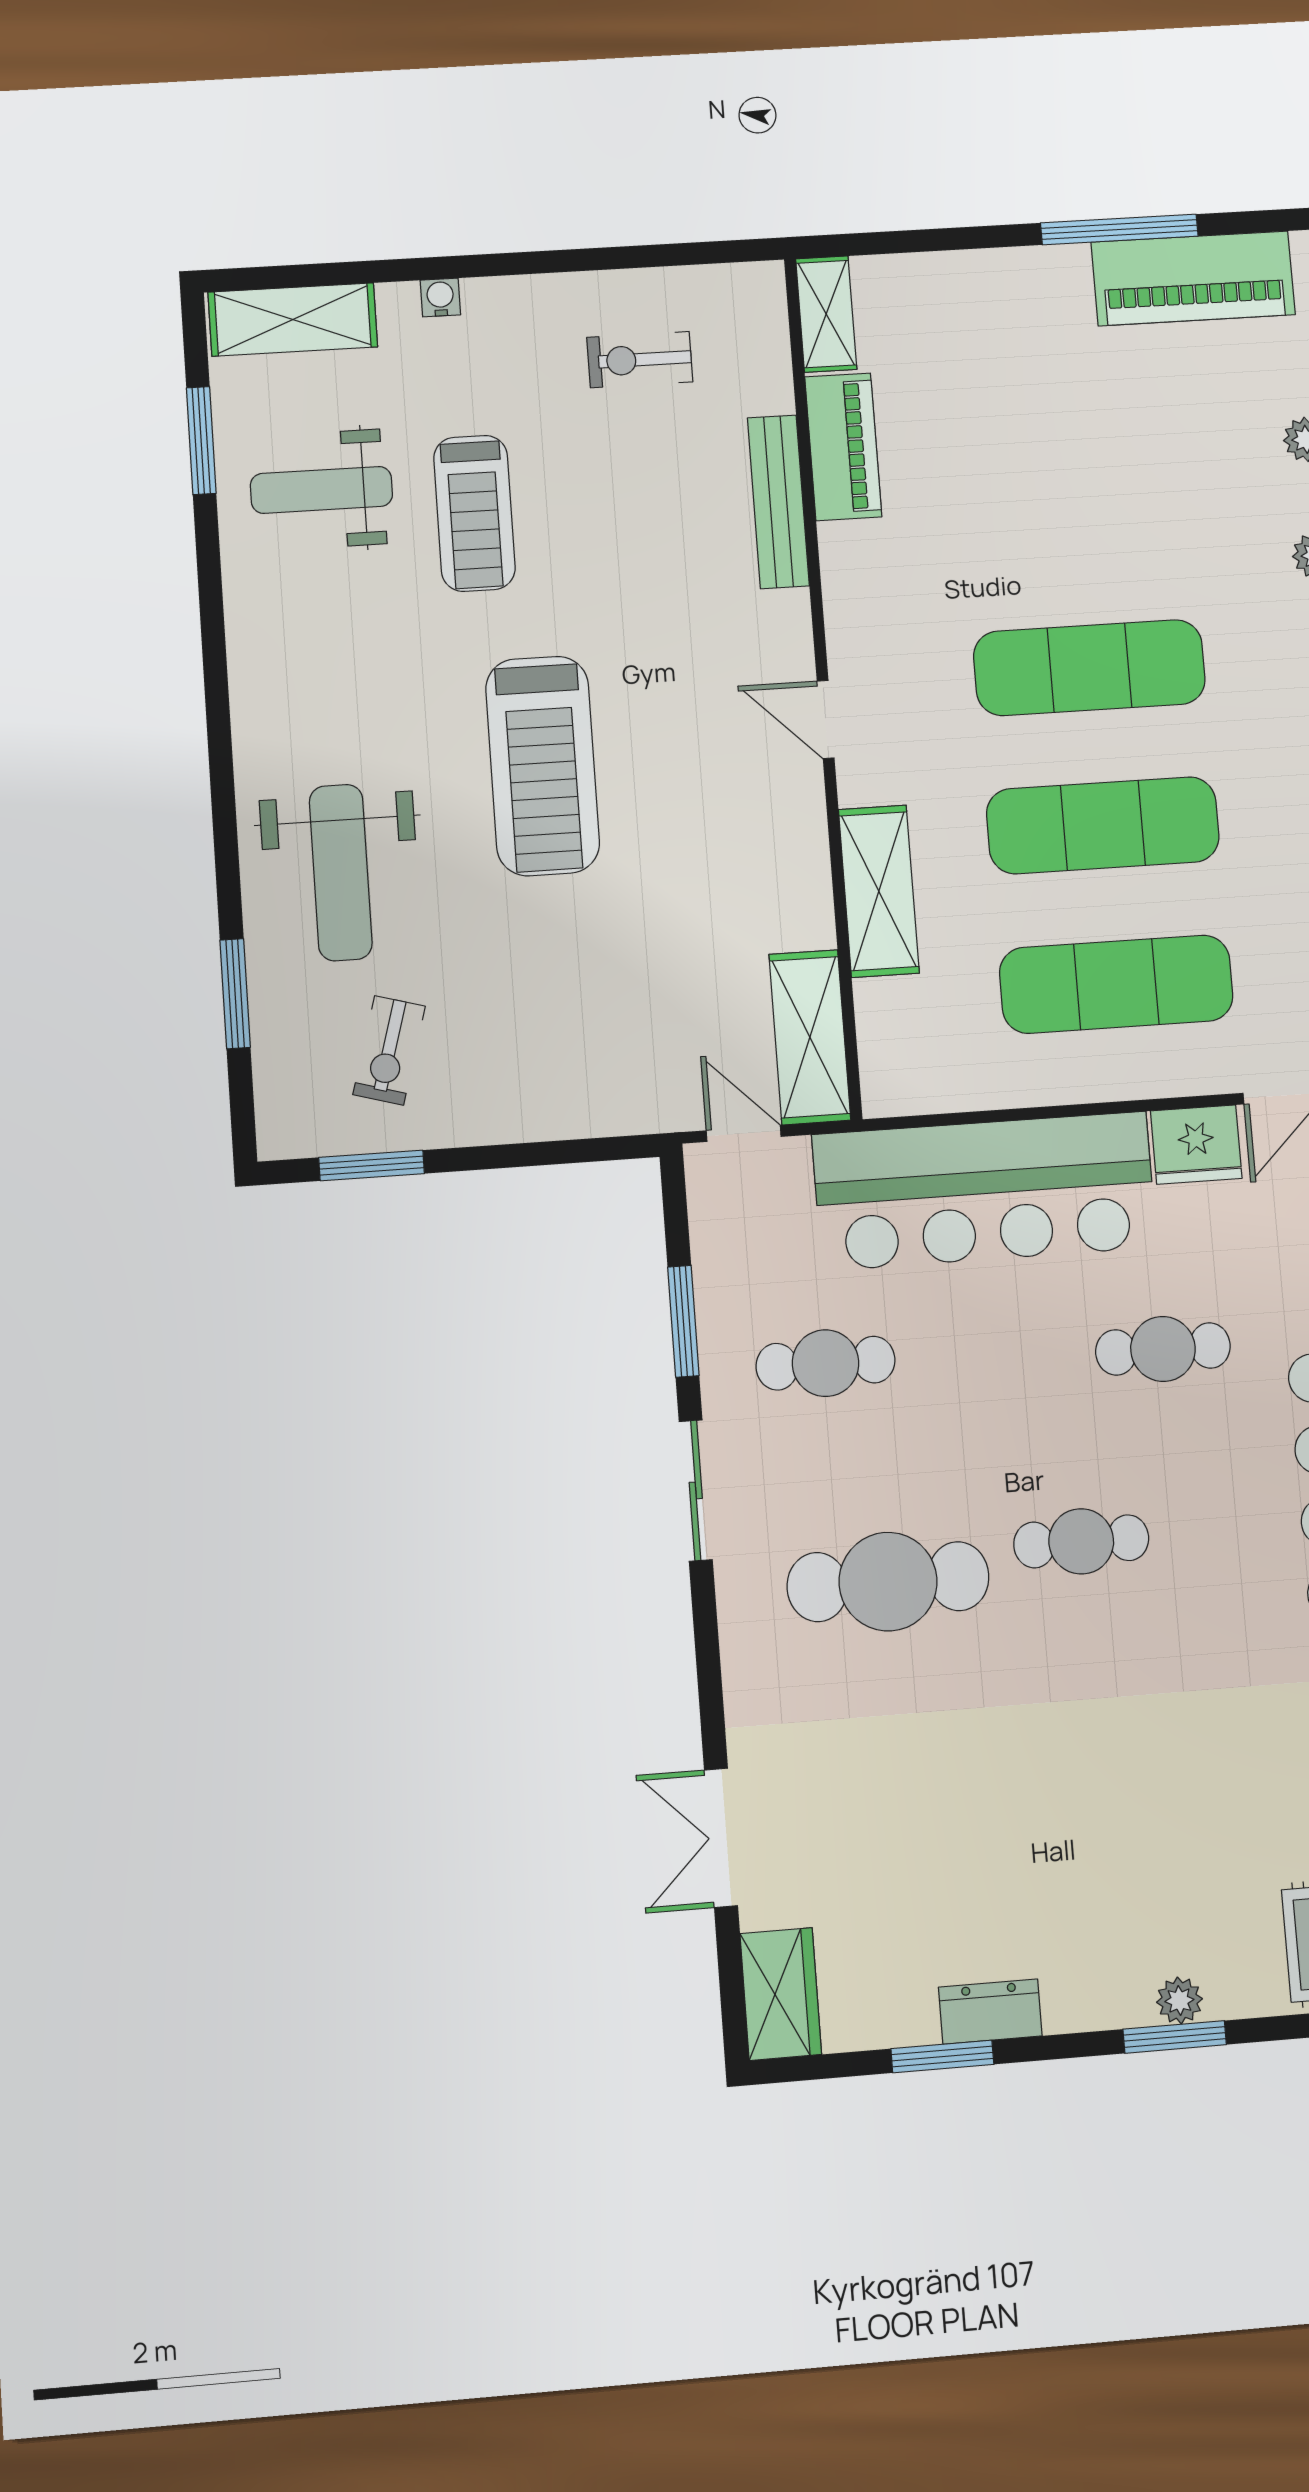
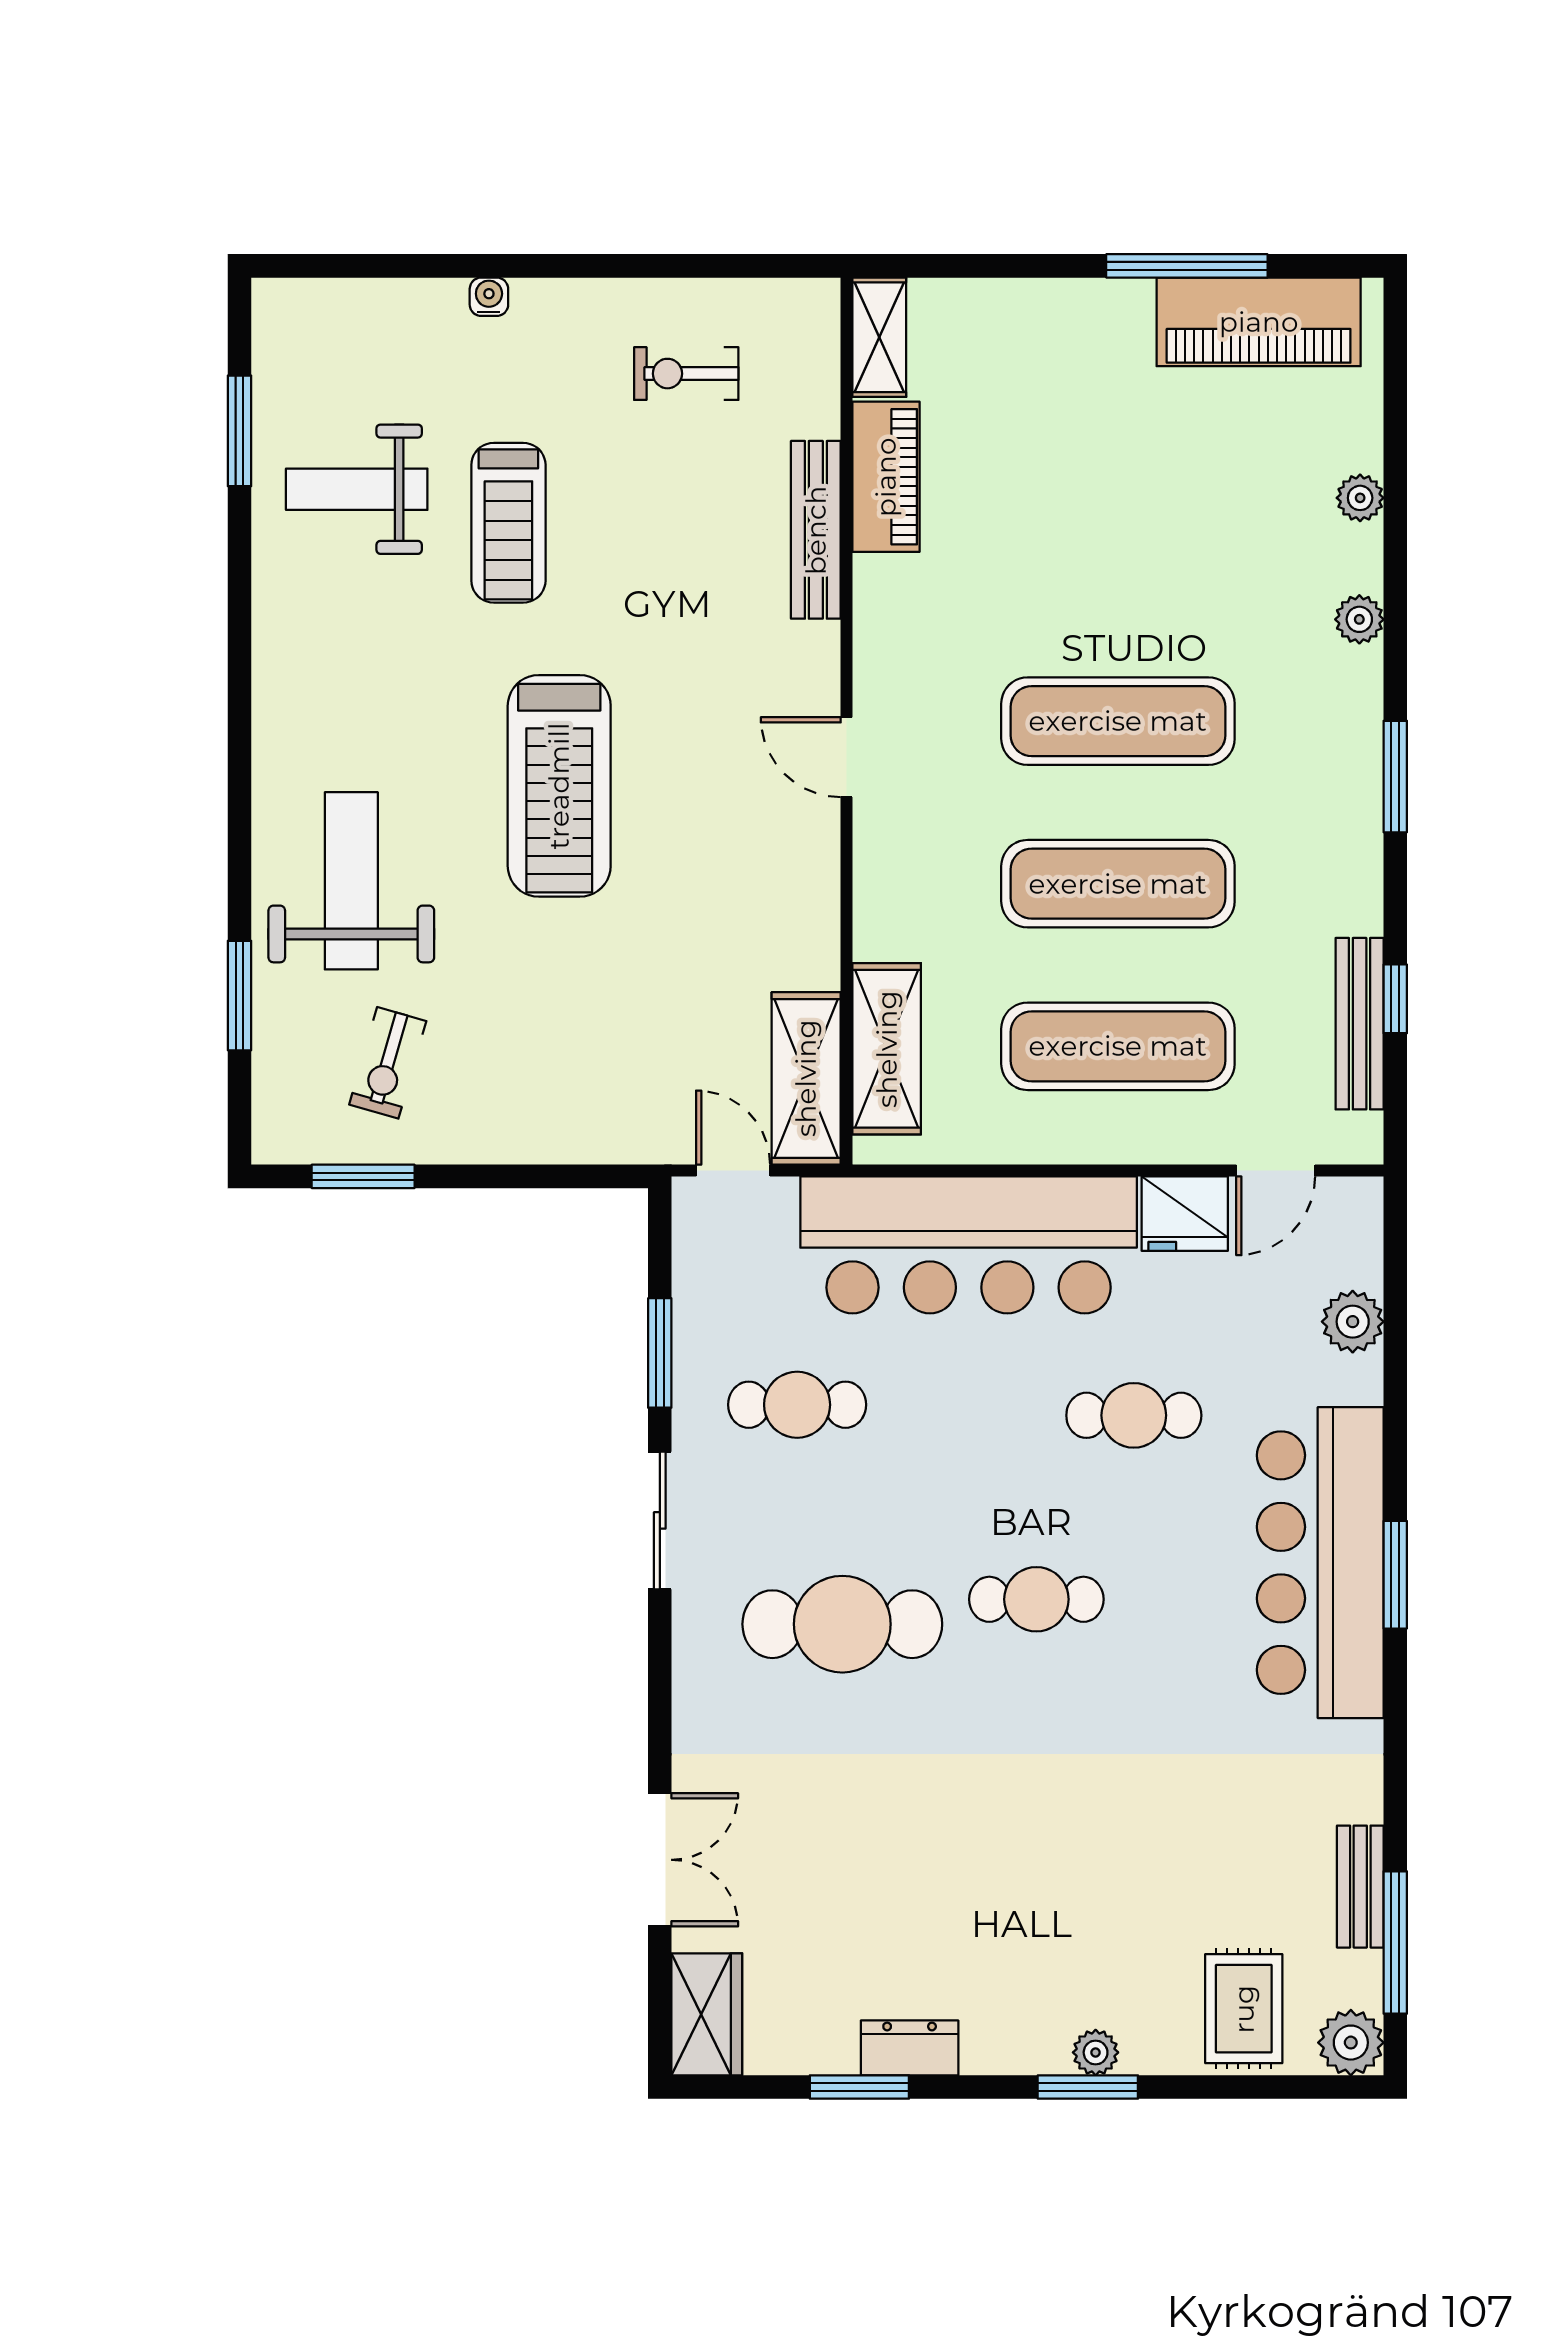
shelving: (293, 320) -> (339, 311), removed
weight bench: (341, 873) -> (351, 881), turned 180
shelving: (879, 891) -> (887, 1049), moved
double door: (721, 1838) -> (660, 1860), swing flipped

